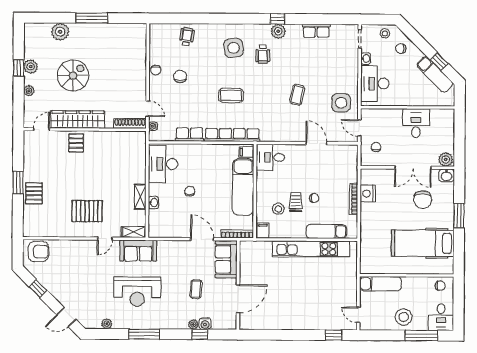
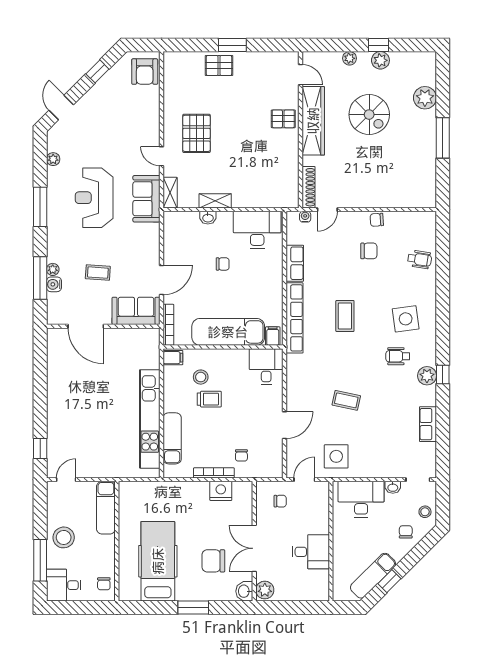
chair: (314, 198) -> (241, 455), moved
window: (200, 334) -> (40, 278), width x2.17

